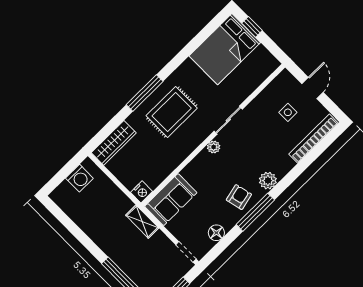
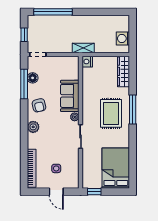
window: (252, 27) -> (94, 192), moved
sofa: (171, 200) -> (70, 96), moved
window: (255, 212) -> (24, 84), moved
shelving: (142, 222) -> (83, 48), moved

